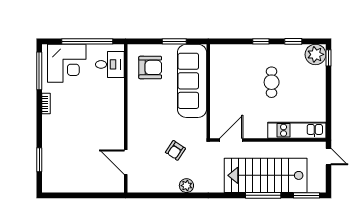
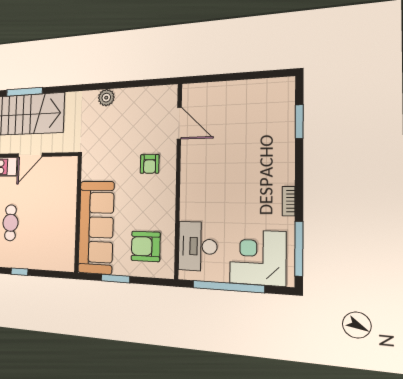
desk: (110, 64) -> (198, 246), width x1.37
door: (231, 140) -> (30, 155), moved
armchair: (175, 150) -> (150, 164), moved, turned 146

